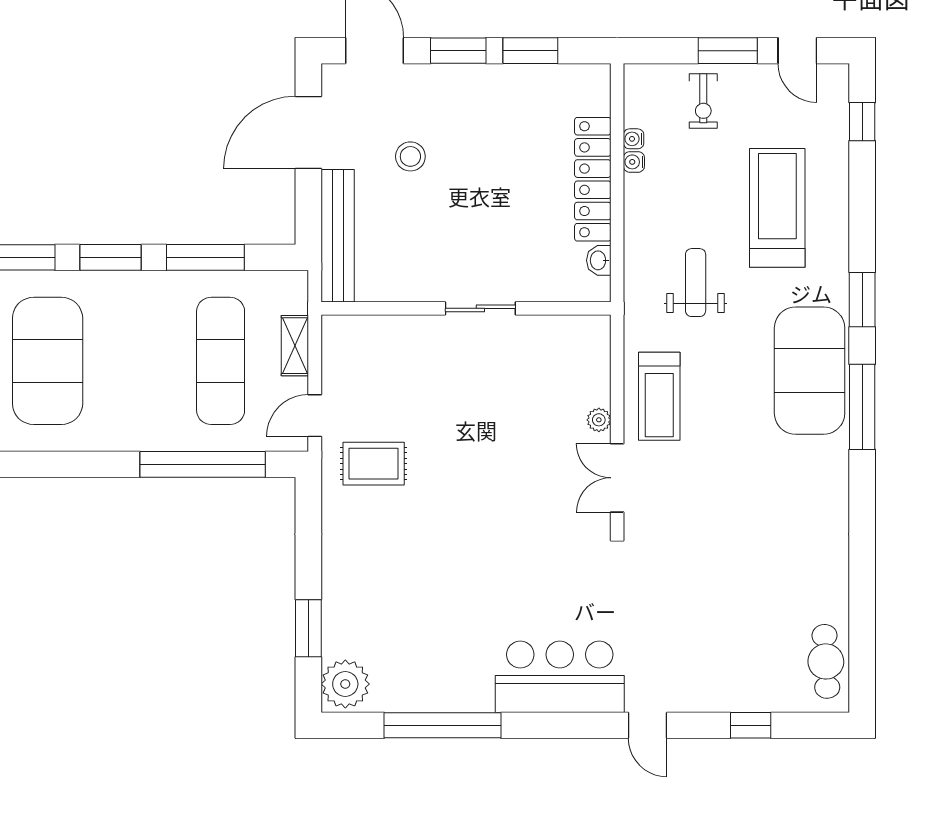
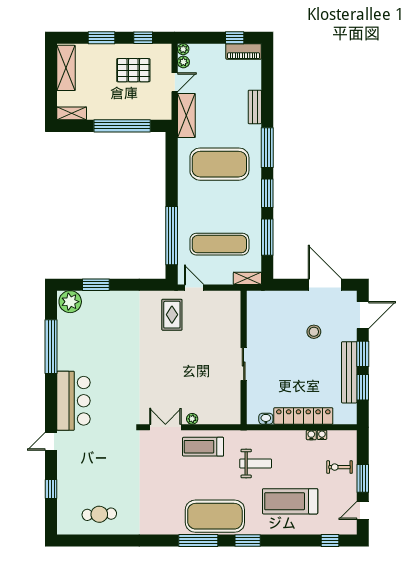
treadmill: (777, 208) -> (290, 501), turned 180
bench: (338, 236) -> (349, 372), moved, turned 90
shelving: (295, 346) -> (247, 278), moved
cafe table: (826, 661) -> (99, 514), moved

